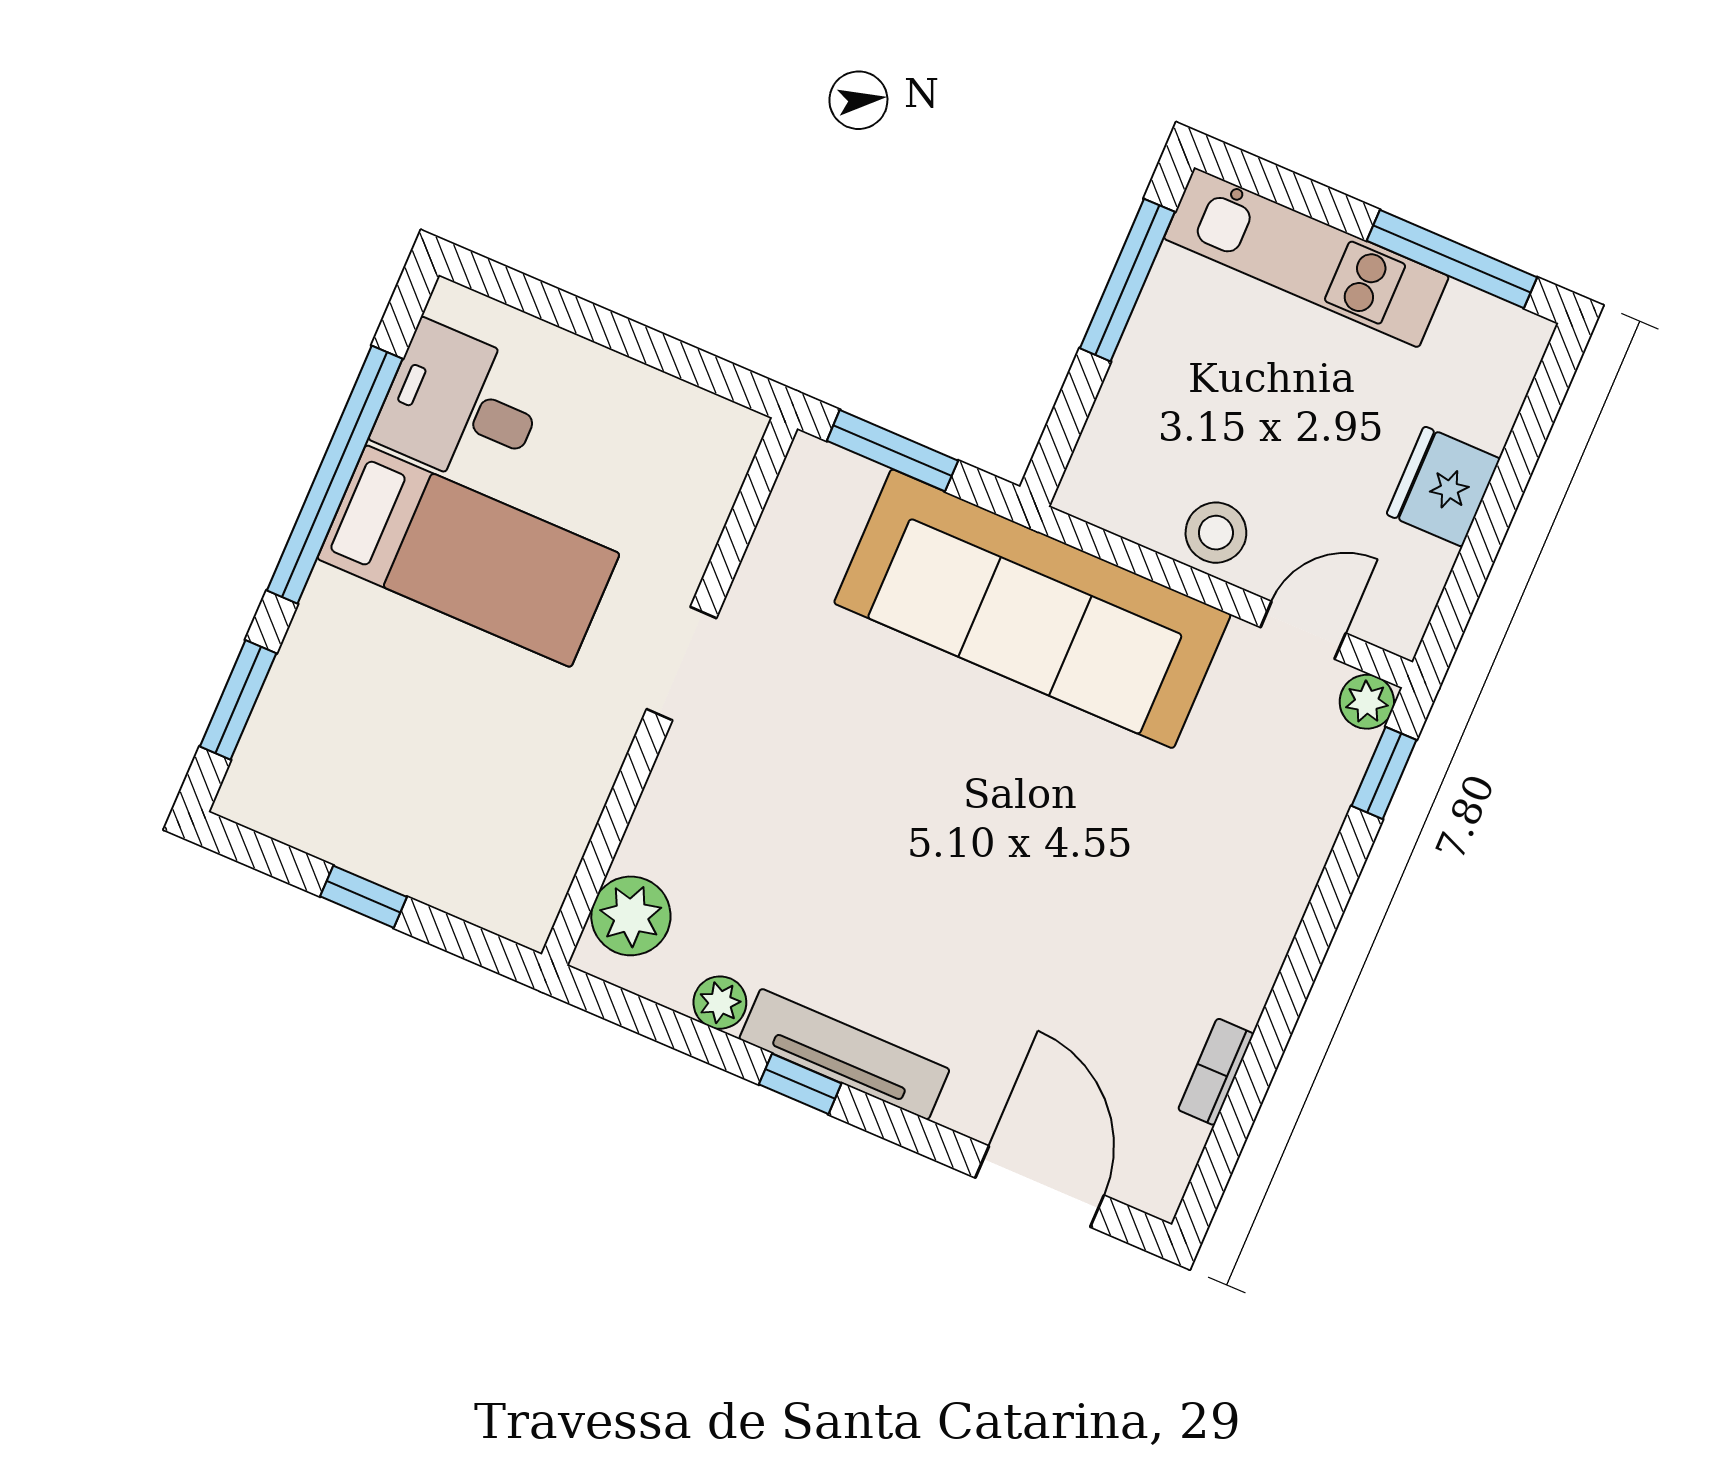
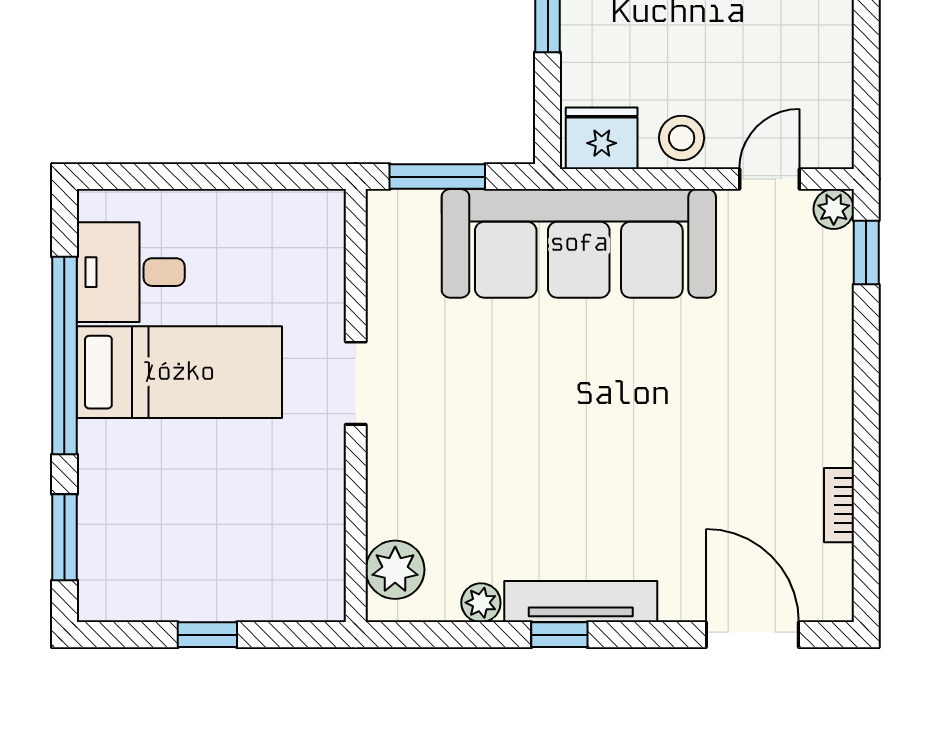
fridge: (1443, 487) -> (602, 138), moved, turned 90

